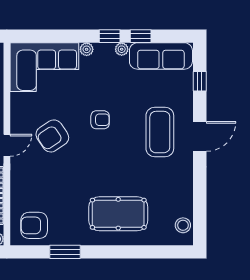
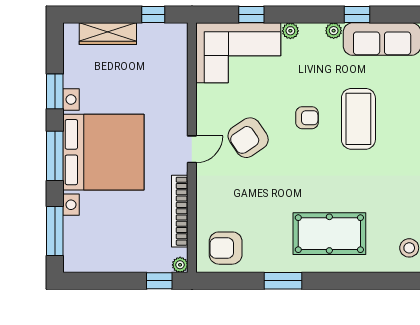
window: (110, 36) -> (251, 15), moved
coffee table: (160, 132) -> (358, 119), moved
window: (65, 252) -> (283, 281), moved

